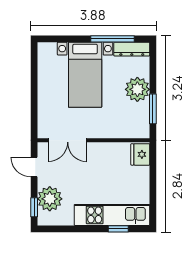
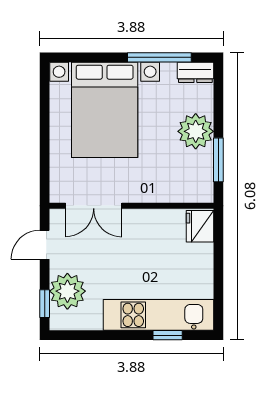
dresser: (132, 49) -> (195, 72), width x0.70
bed with nightstands: (85, 75) -> (105, 110), width x1.36
door: (34, 167) -> (45, 245), hinge flipped

